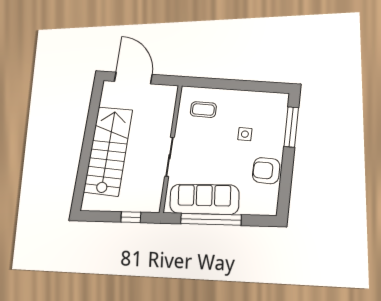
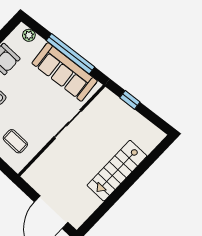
stairs: (108, 151) -> (117, 171), width x0.73, depth x0.66
plant: (260, 208) -> (29, 35), added

